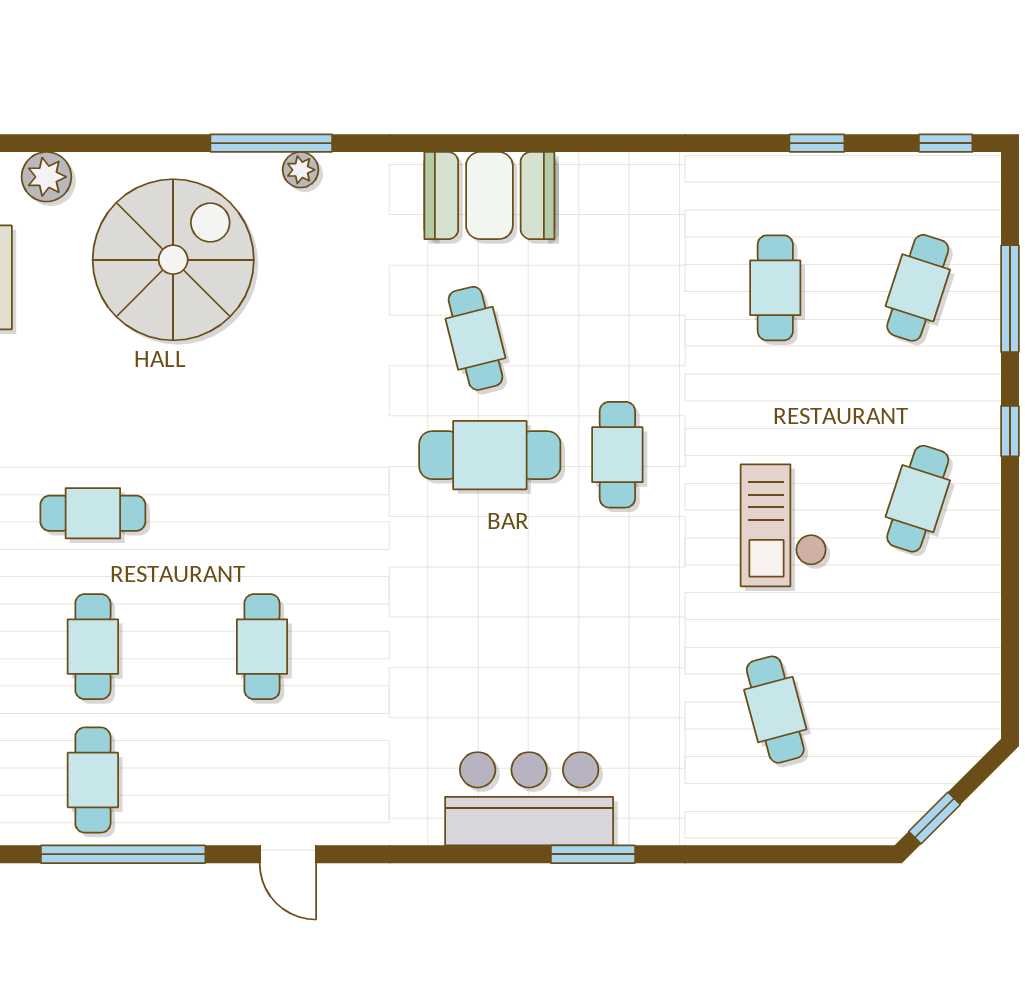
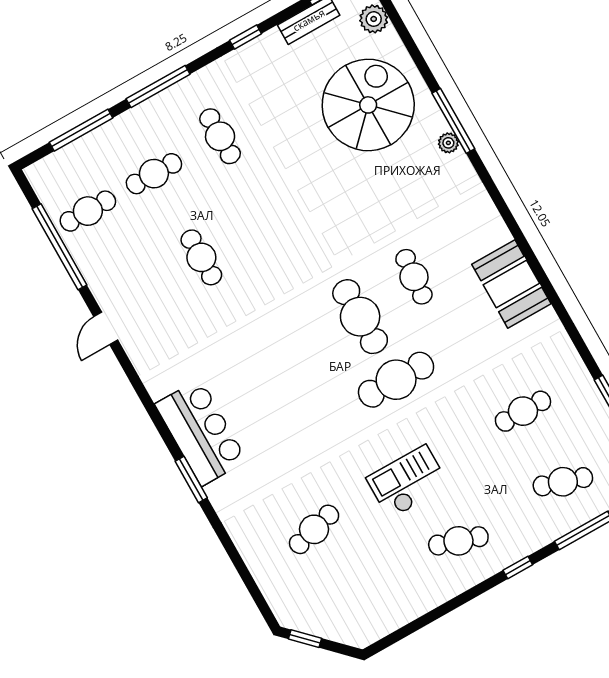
booth: (489, 196) -> (511, 284), moved
spiral stairs: (173, 260) -> (368, 105), turned -90
cafe table: (475, 338) -> (414, 277), turned -71
cafe table: (617, 455) -> (396, 380), width x1.37, depth x1.35
cafe table: (262, 647) -> (201, 257), turned 90

